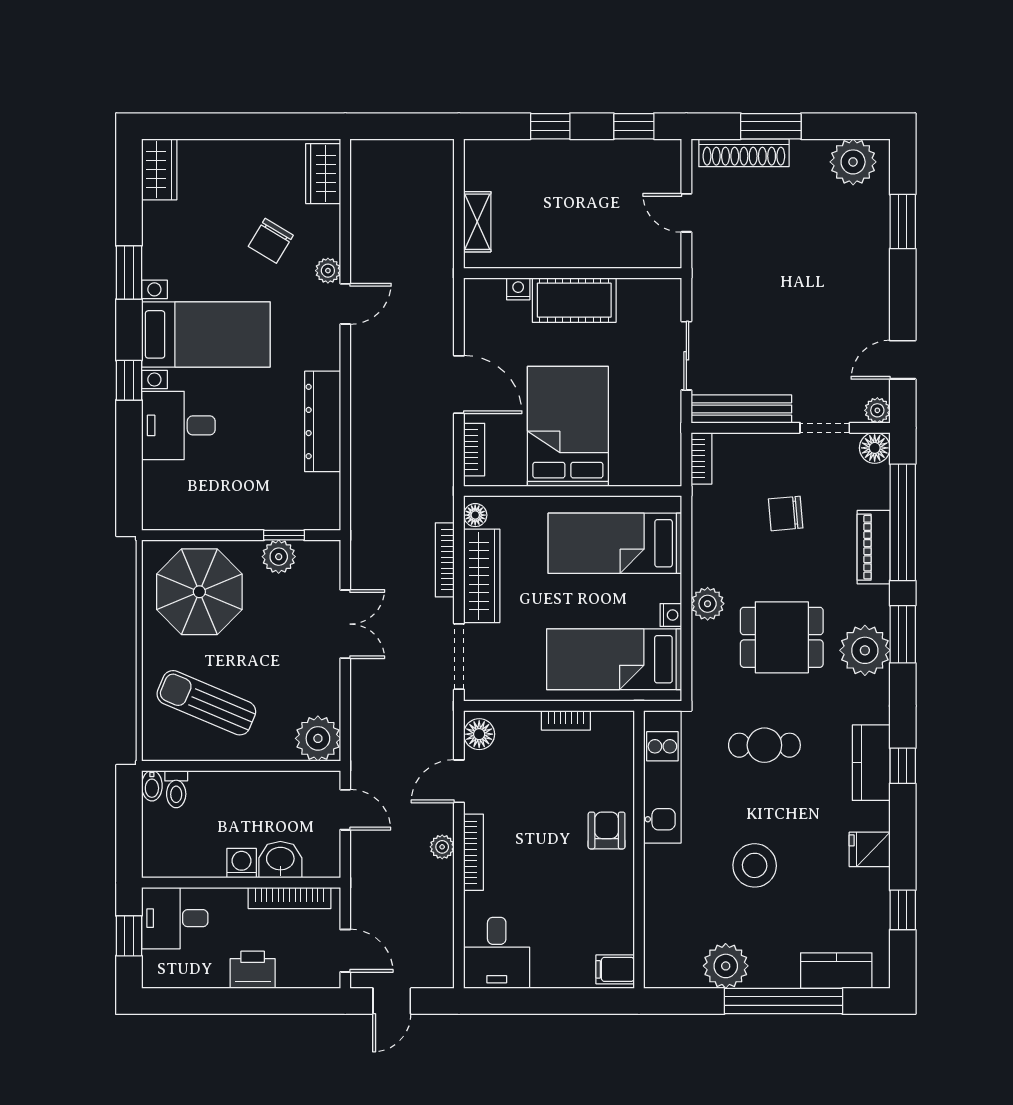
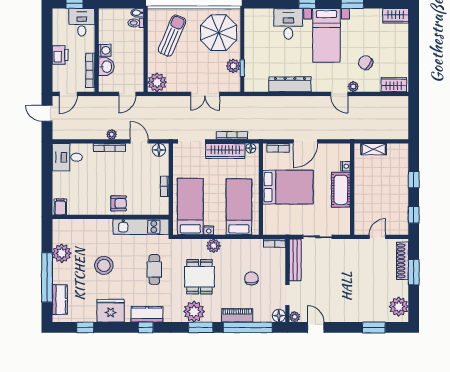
fridge: (870, 849) -> (111, 311), width x1.88, depth x1.34

